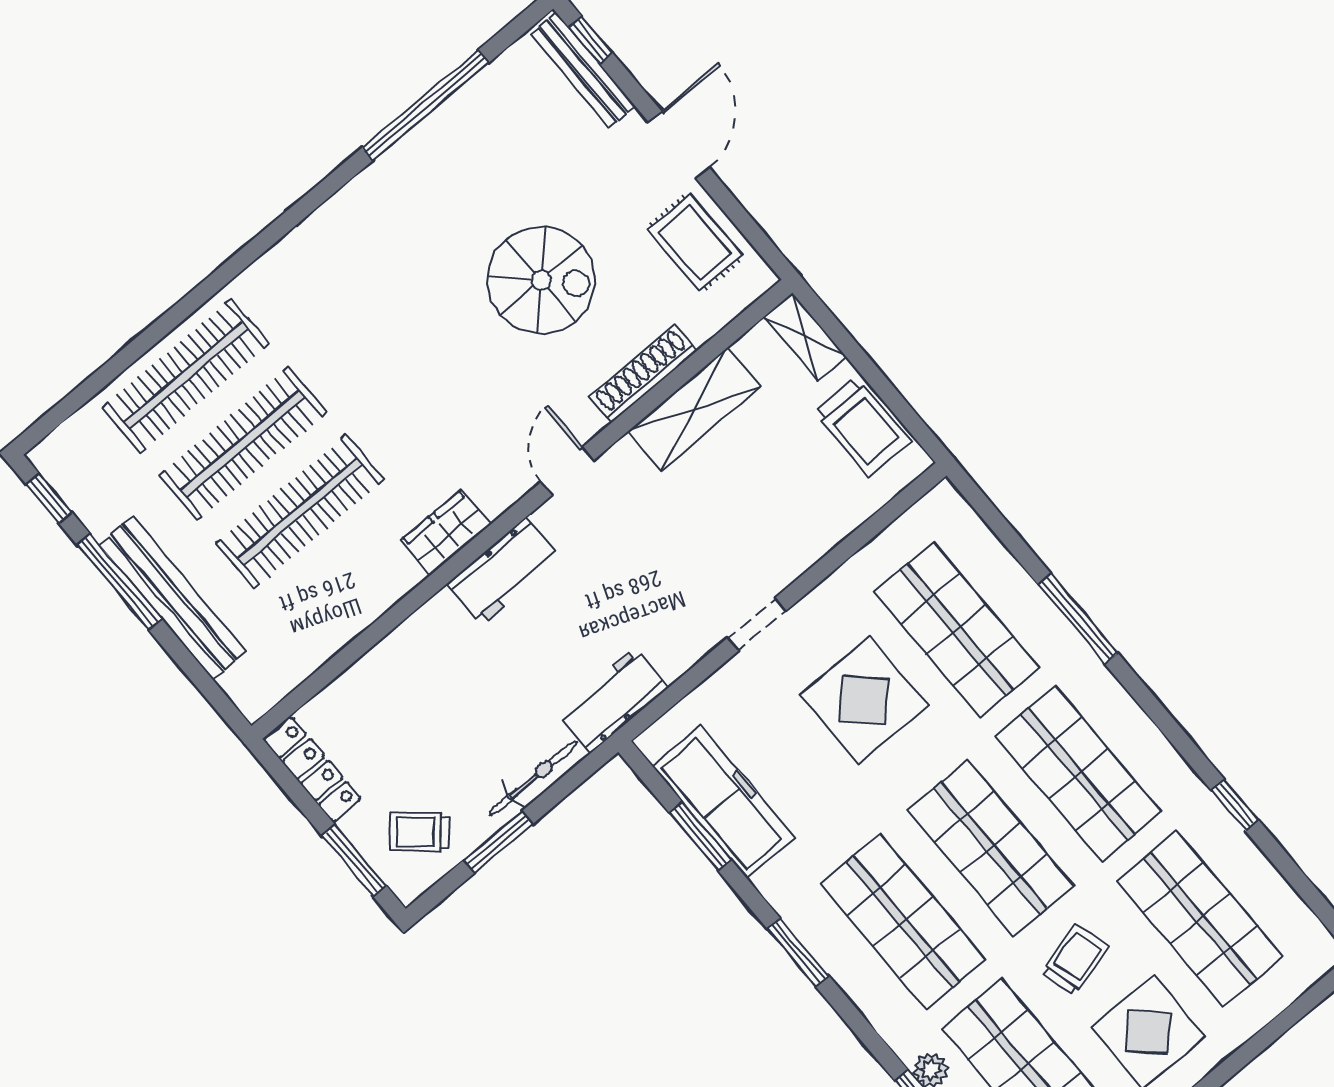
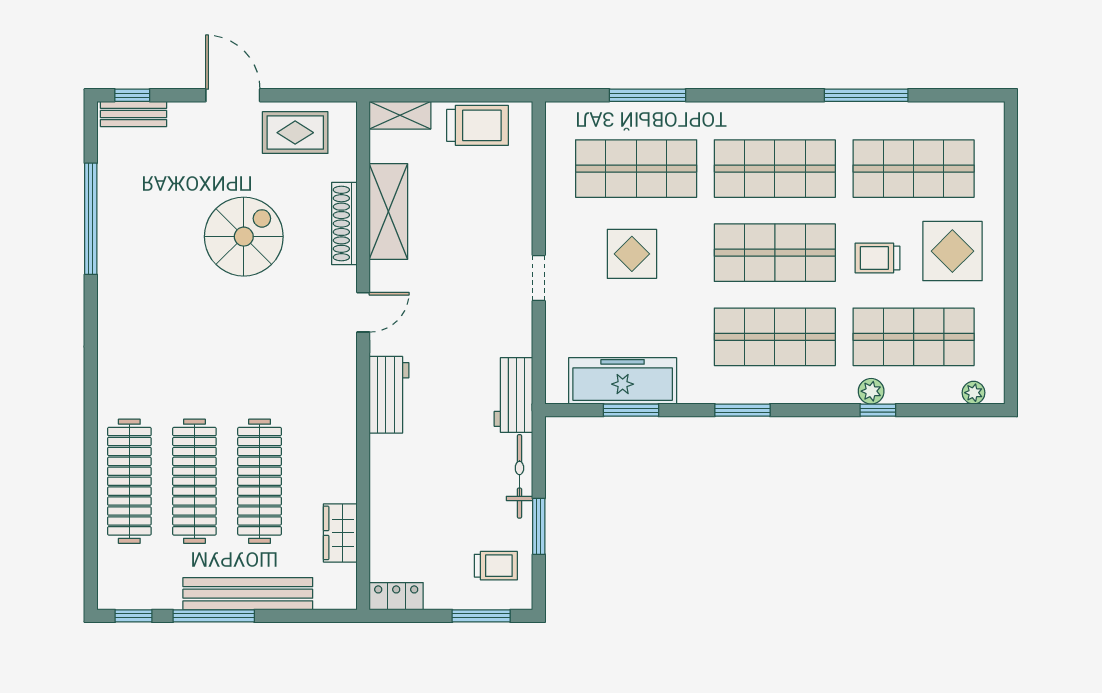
bench: (583, 70) -> (134, 114), width x0.73
door: (567, 471) -> (363, 312), swing flipped
wardrobe: (446, 532) -> (340, 533), moved
window: (1078, 619) -> (648, 95), moved
display table: (864, 700) -> (632, 254), width x0.73, depth x0.73
locker: (313, 770) -> (396, 596), width x0.66
window: (1235, 805) -> (866, 95), width x2.17
trolley: (419, 832) -> (496, 566), turned -131
trolley: (1075, 960) -> (878, 258), turned -75

